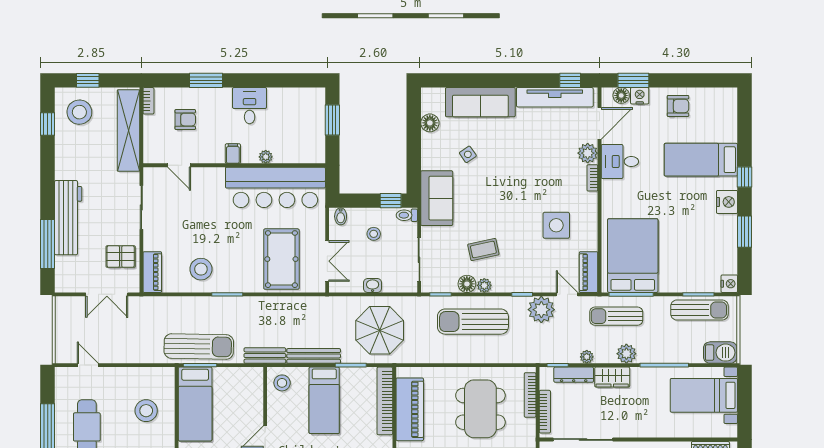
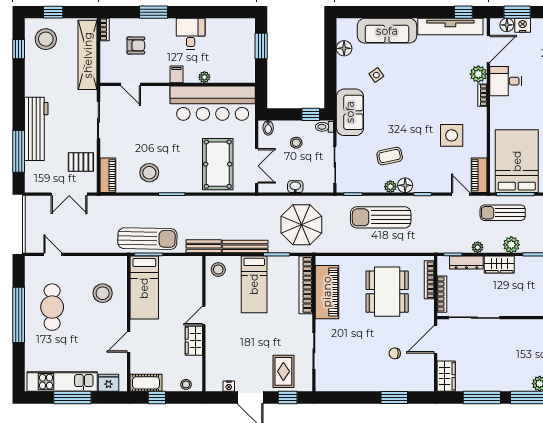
floor lamp: (467, 284) -> (405, 185), moved
plant: (541, 310) -> (439, 207), removed

